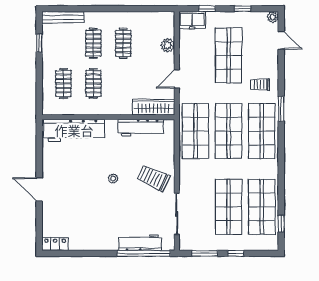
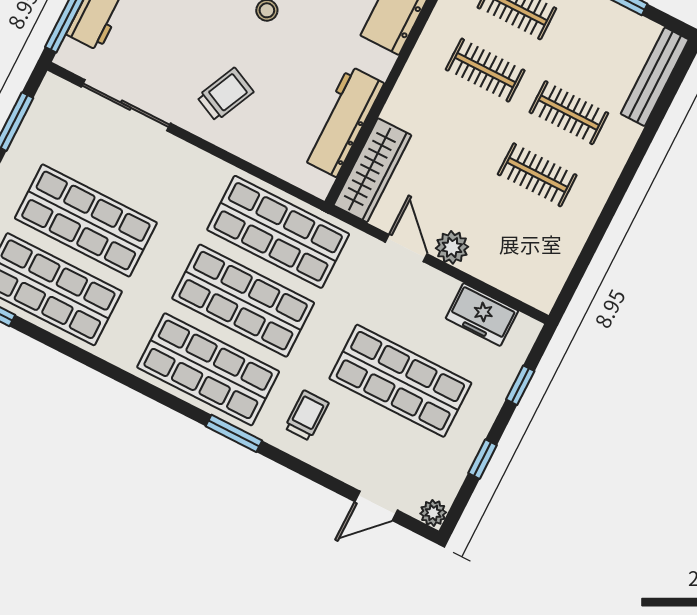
freezer: (192, 20) -> (482, 314), moved, turned -90
plant: (168, 45) -> (452, 247), moved
trolley: (153, 178) -> (225, 94), width x0.73, depth x0.72

